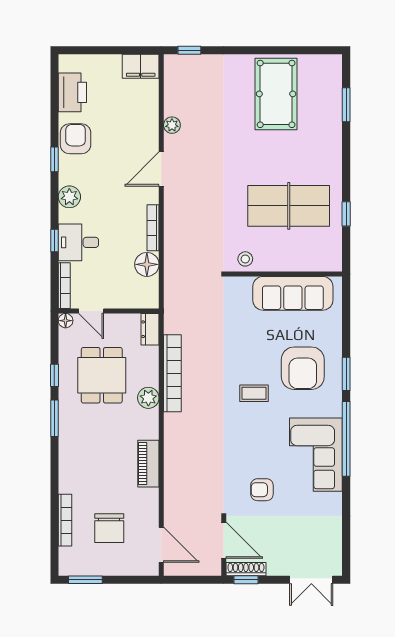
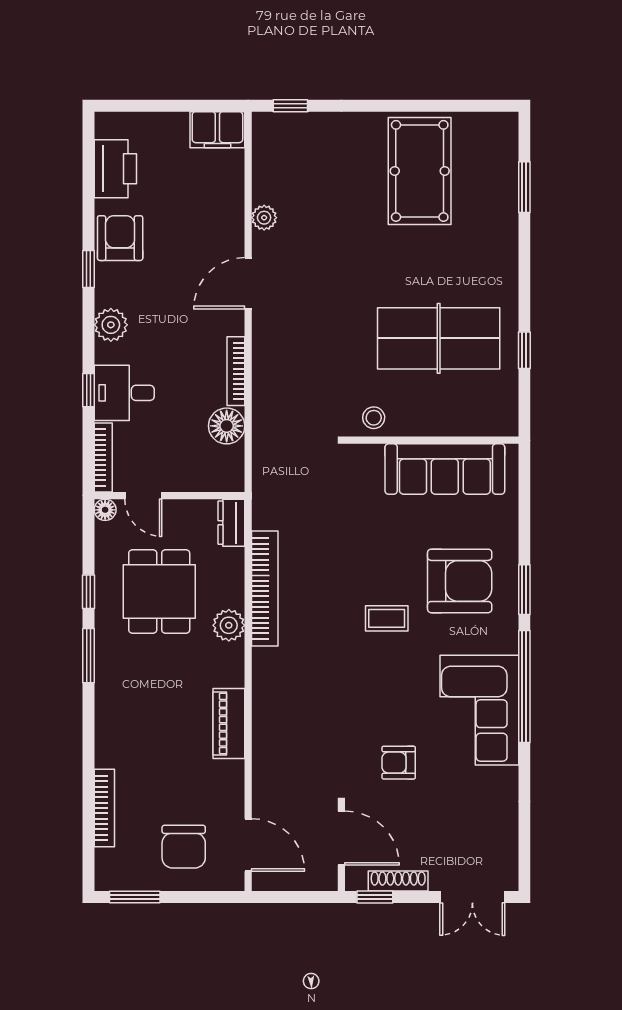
armchair: (303, 368) -> (460, 581), turned -90
chair: (109, 528) -> (184, 847), moved
shoe rack: (246, 569) -> (398, 881), moved

